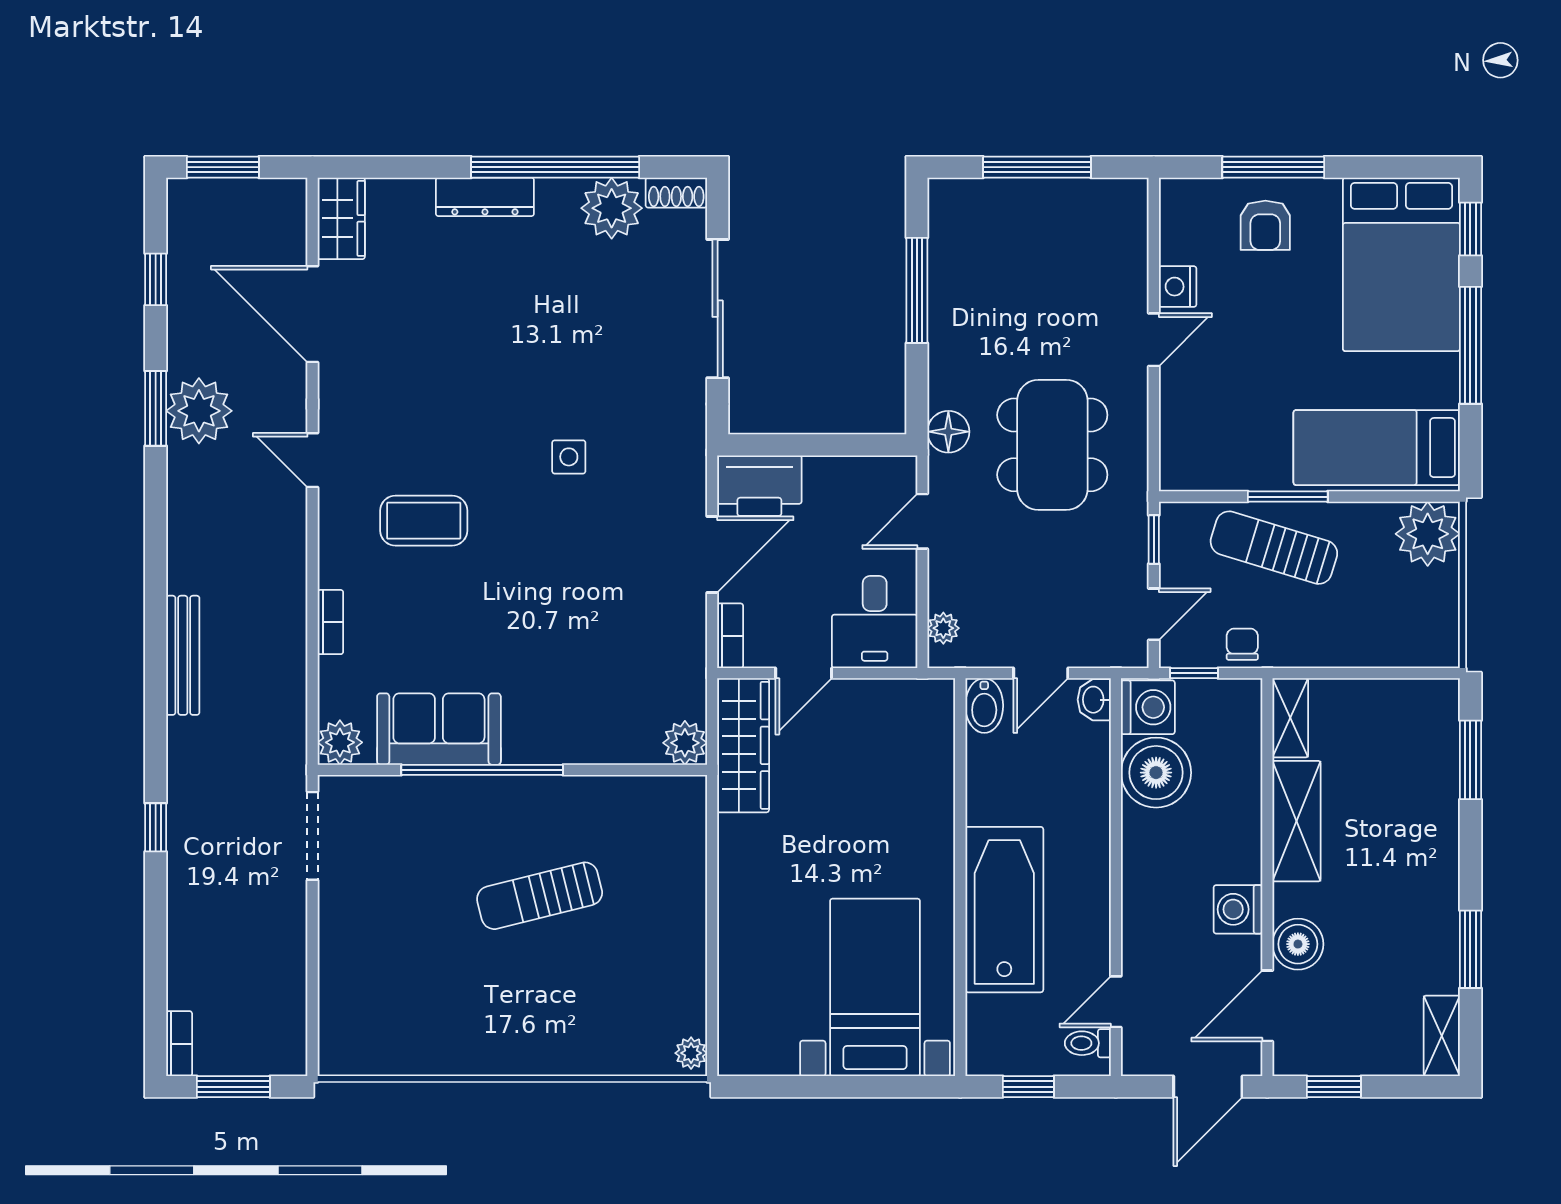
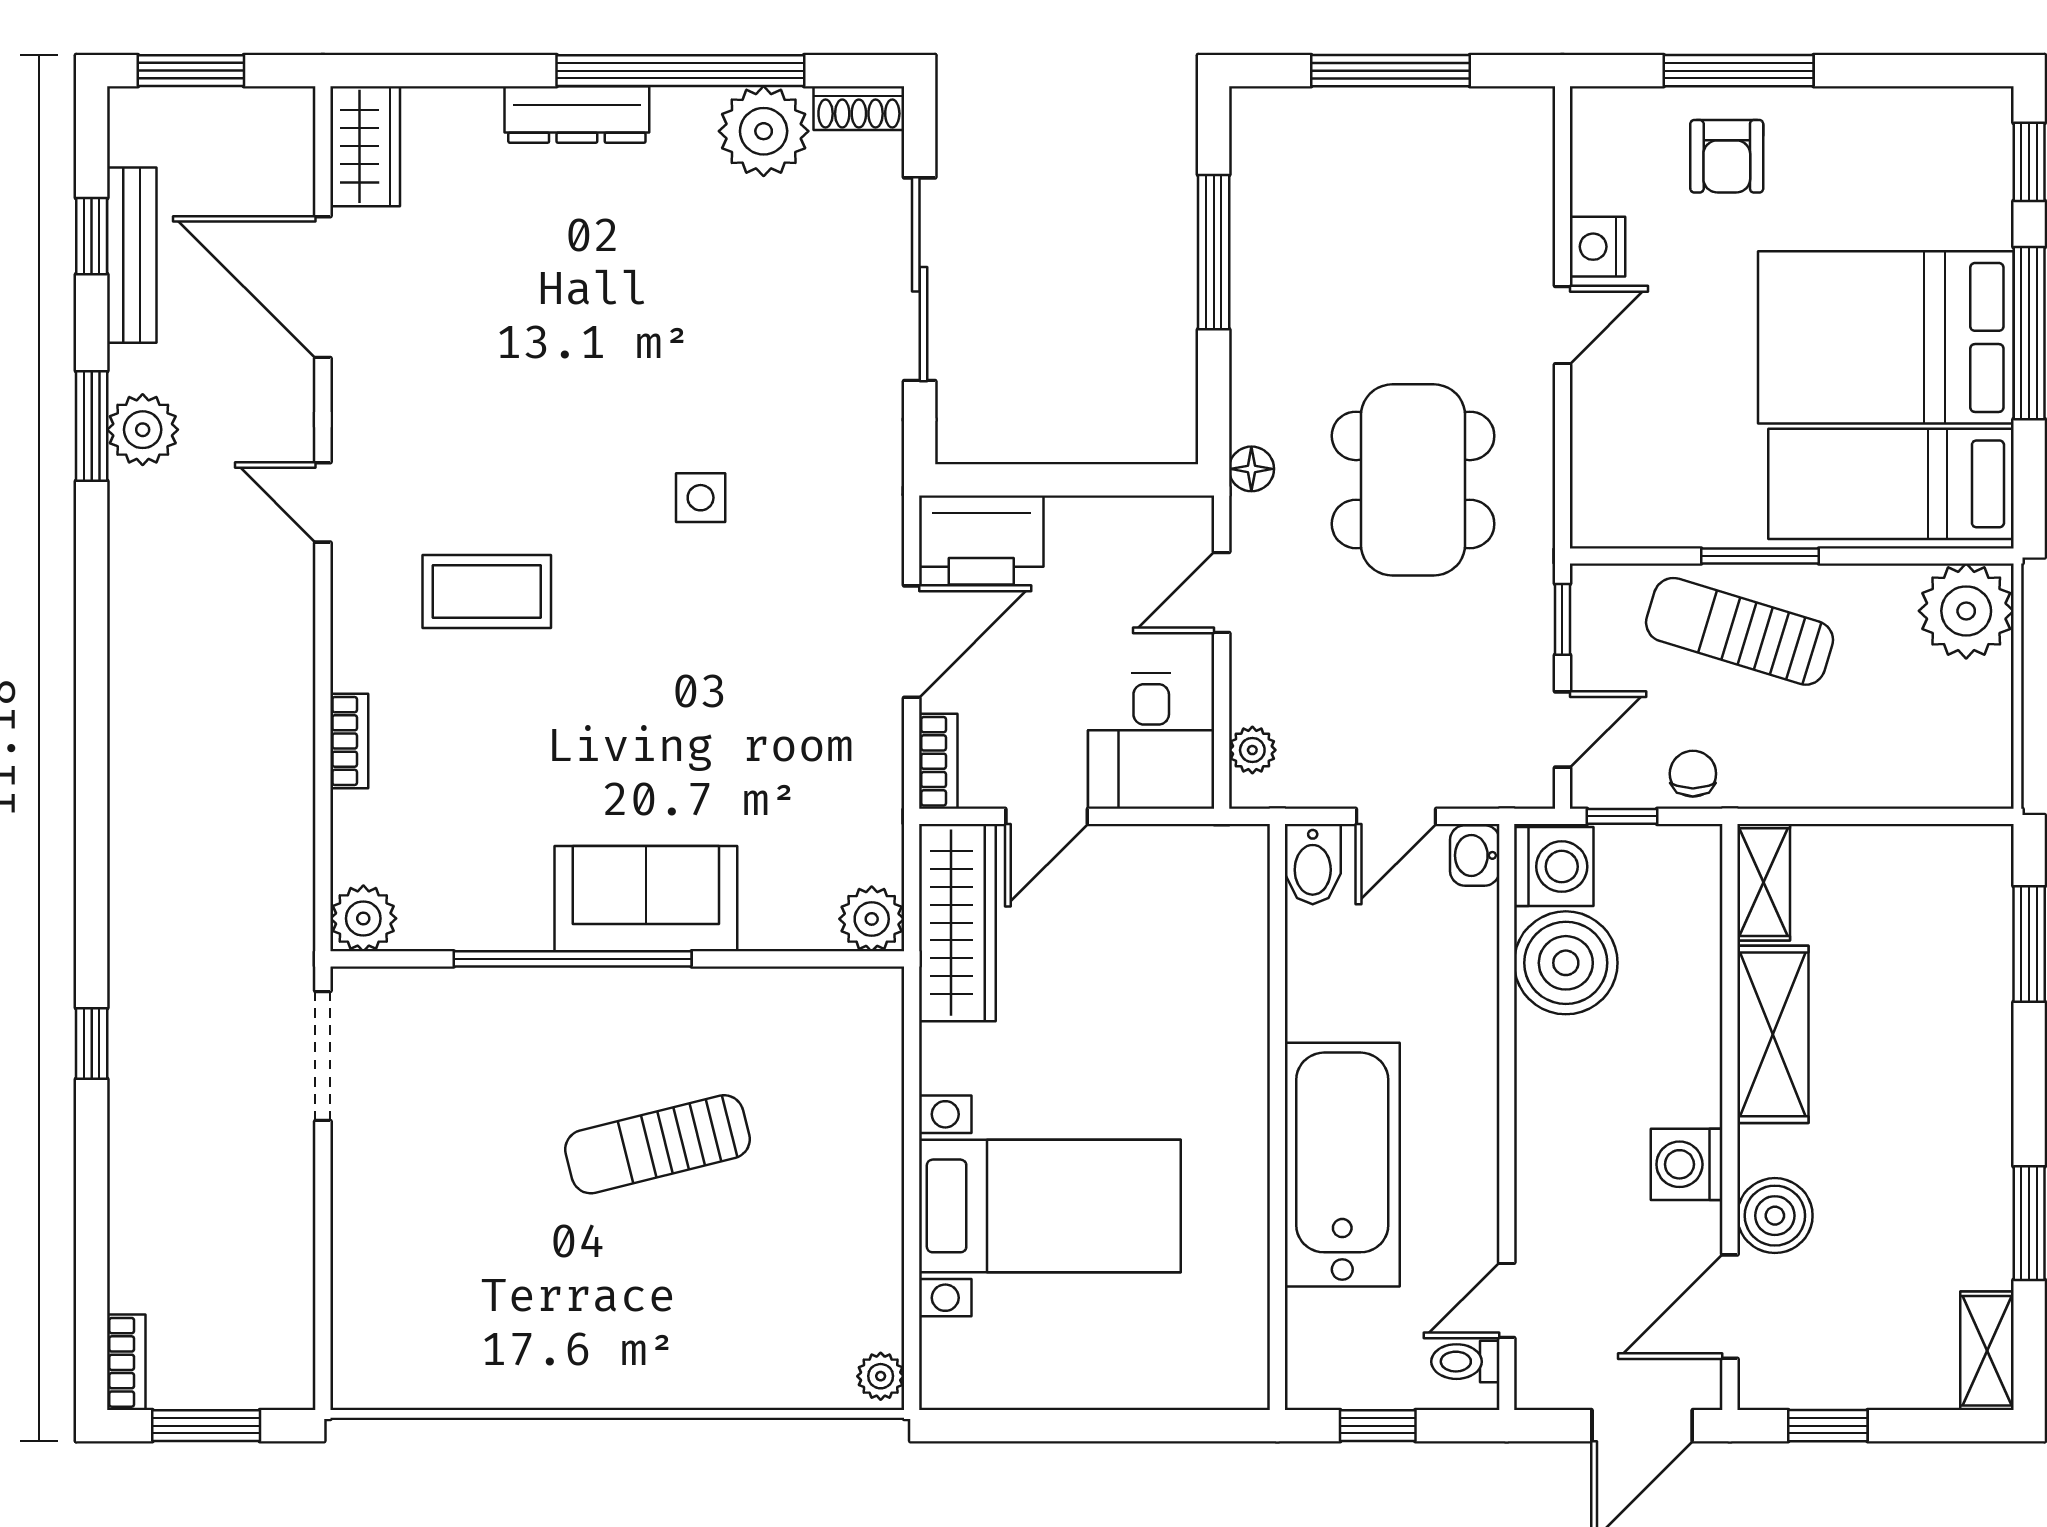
bed: (1401, 264) -> (1886, 337), moved, turned 90
plant: (199, 411) -> (143, 430), width x0.73, depth x0.73
floor lamp: (948, 432) -> (1251, 469), width x0.73, depth x0.73
bench: (183, 655) -> (132, 255), moved
sofa: (439, 729) -> (646, 899), moved
bed with nightstands: (875, 987) -> (1050, 1206), moved, turned 90

